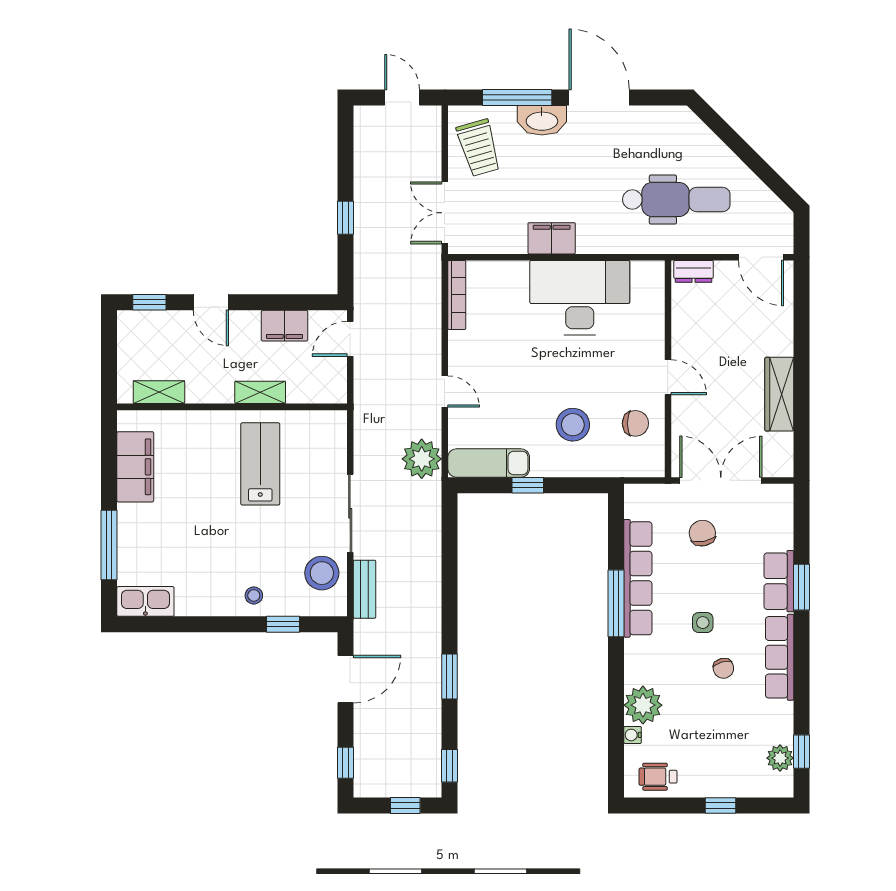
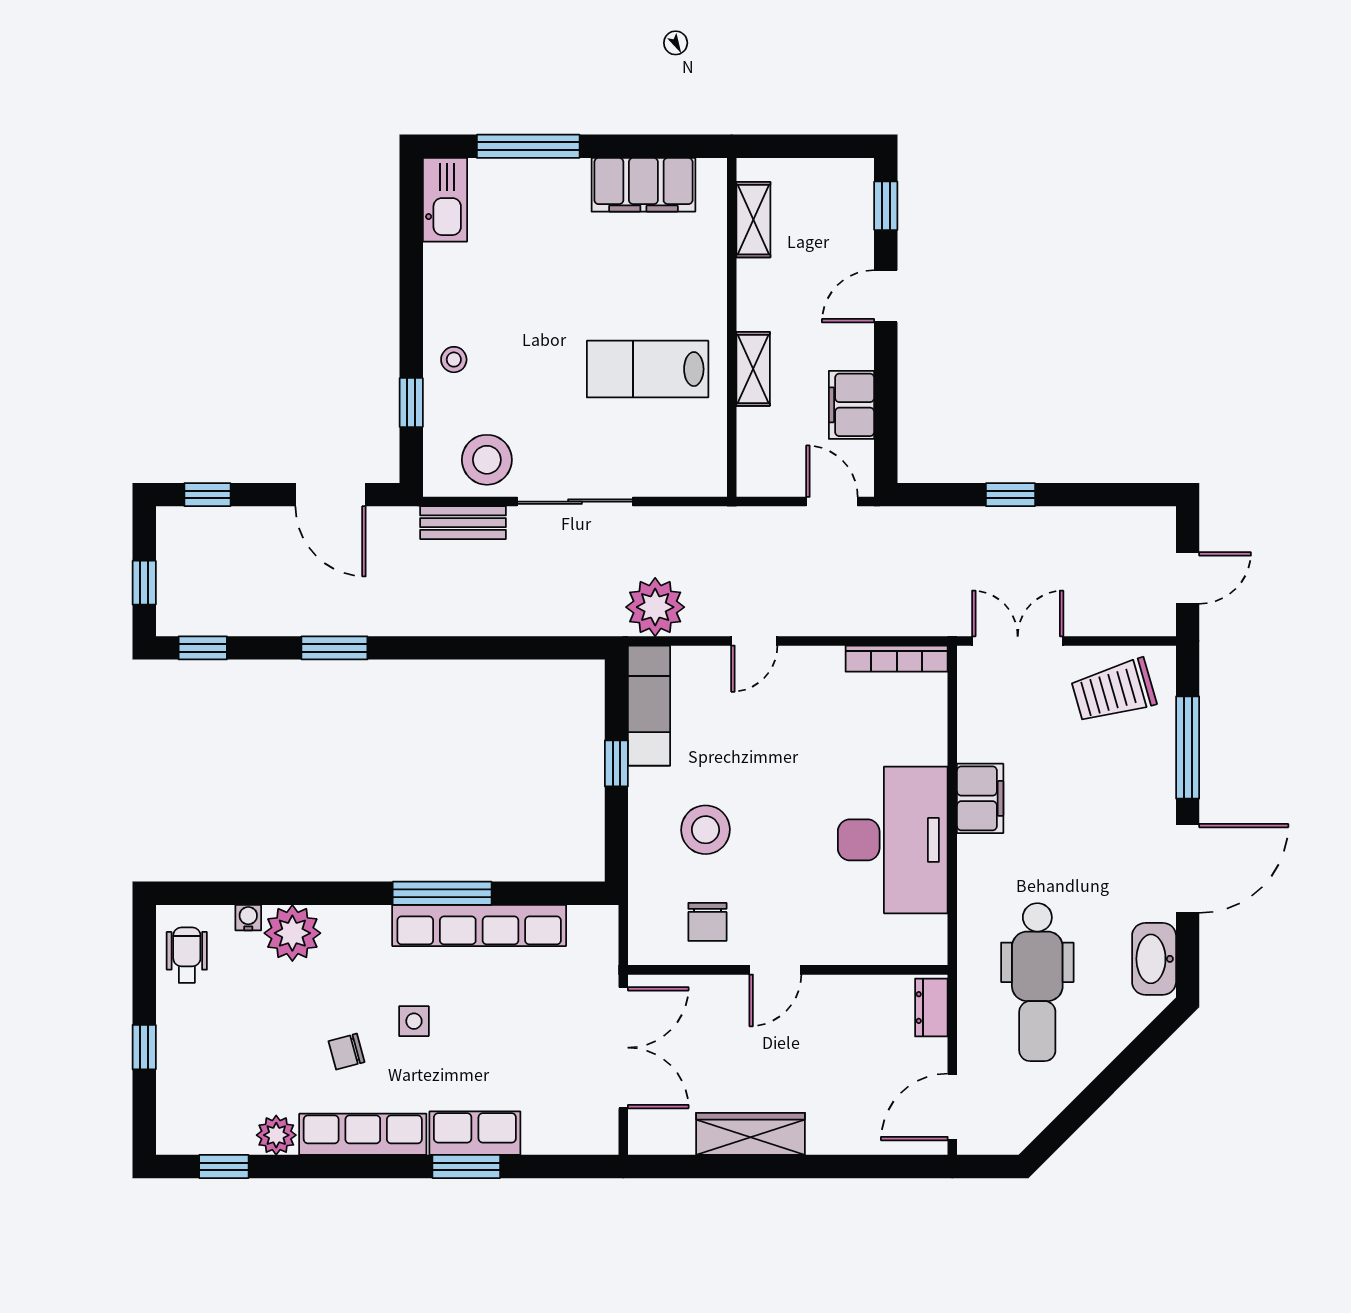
washbasin: (542, 120) -> (1154, 959), moved
lab bench: (260, 464) -> (648, 369), turned 180
chair: (702, 533) -> (546, 1021), removed
plant: (780, 758) -> (276, 1135), moved

